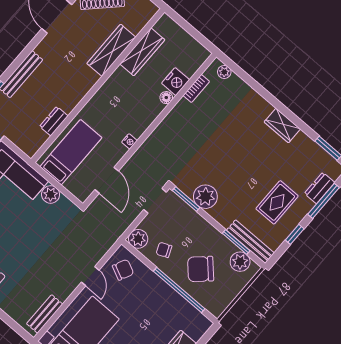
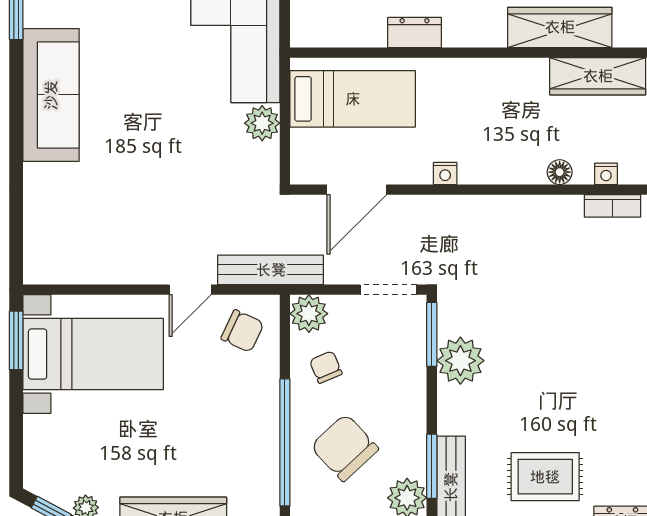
nightstand: (176, 82) -> (606, 174), width x0.53, depth x0.56
dresser: (54, 121) -> (414, 33), moved
bench: (45, 314) -> (271, 270), moved, width x1.36

